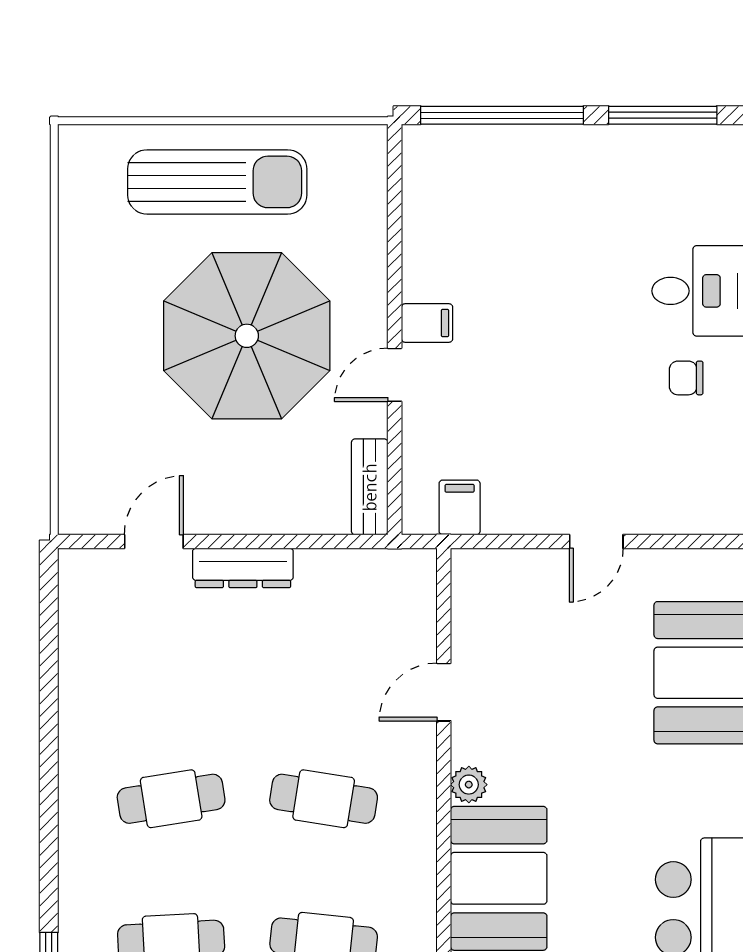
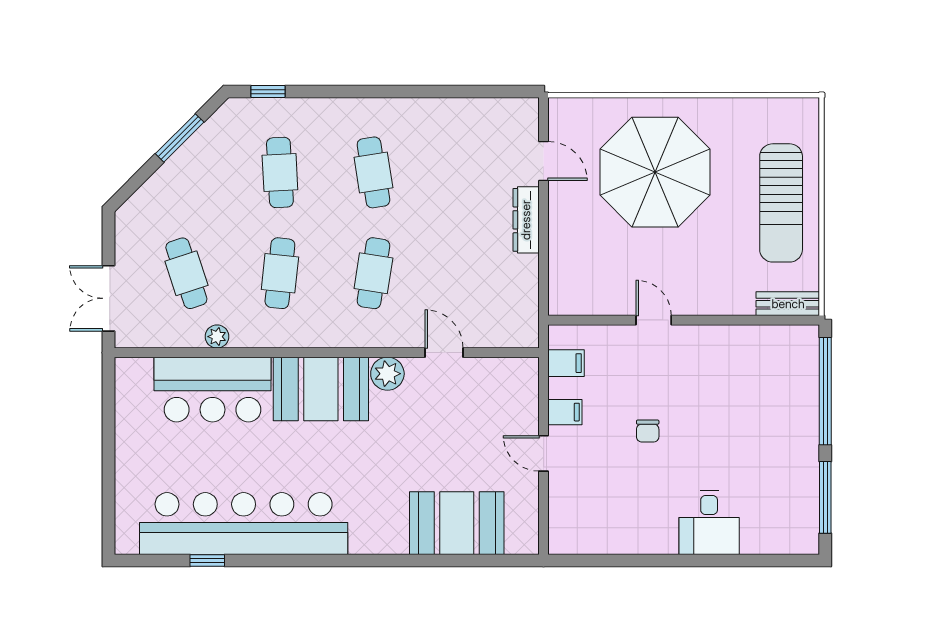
filing cabinet: (427, 323) -> (565, 412), moved, turned -90
parasol: (247, 336) -> (655, 172), moved
chair: (686, 378) -> (648, 431), moved, turned 180
bench: (370, 487) -> (788, 304), moved
plant: (469, 785) -> (387, 374), width x1.38, depth x1.38

